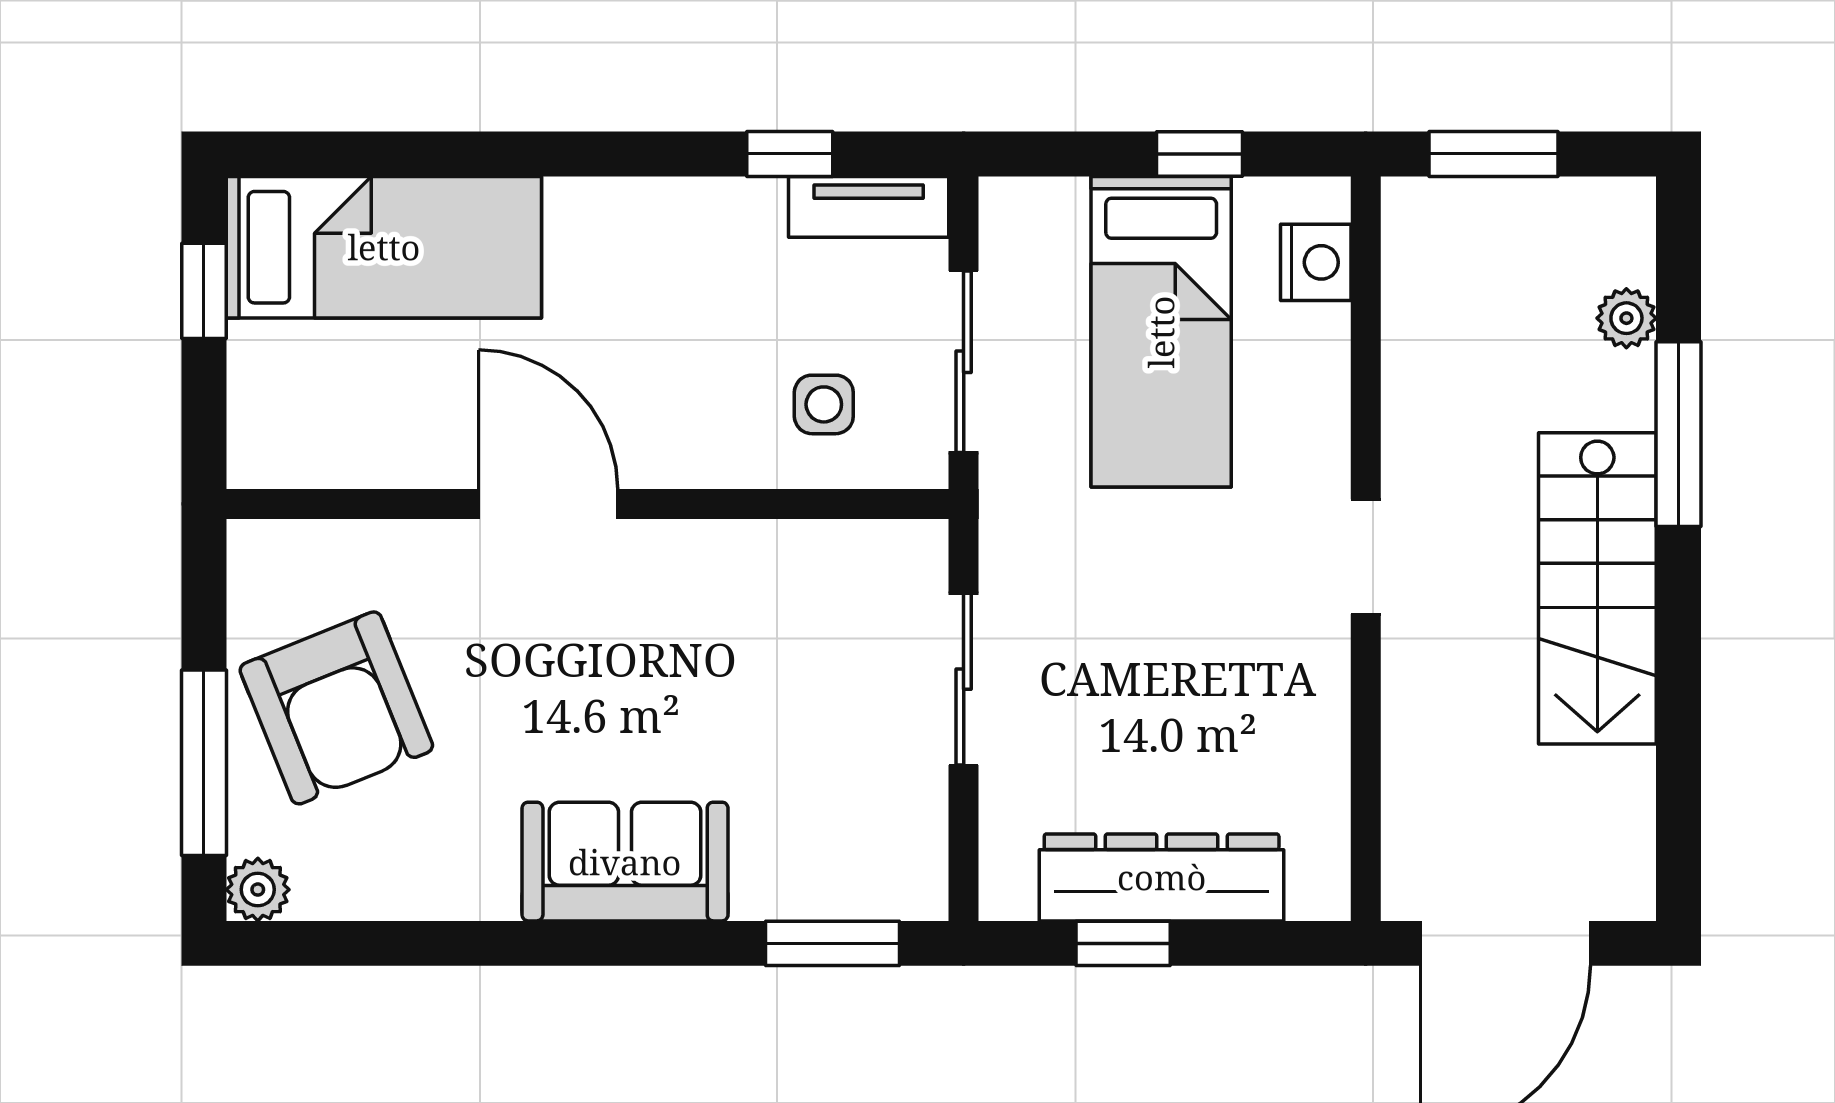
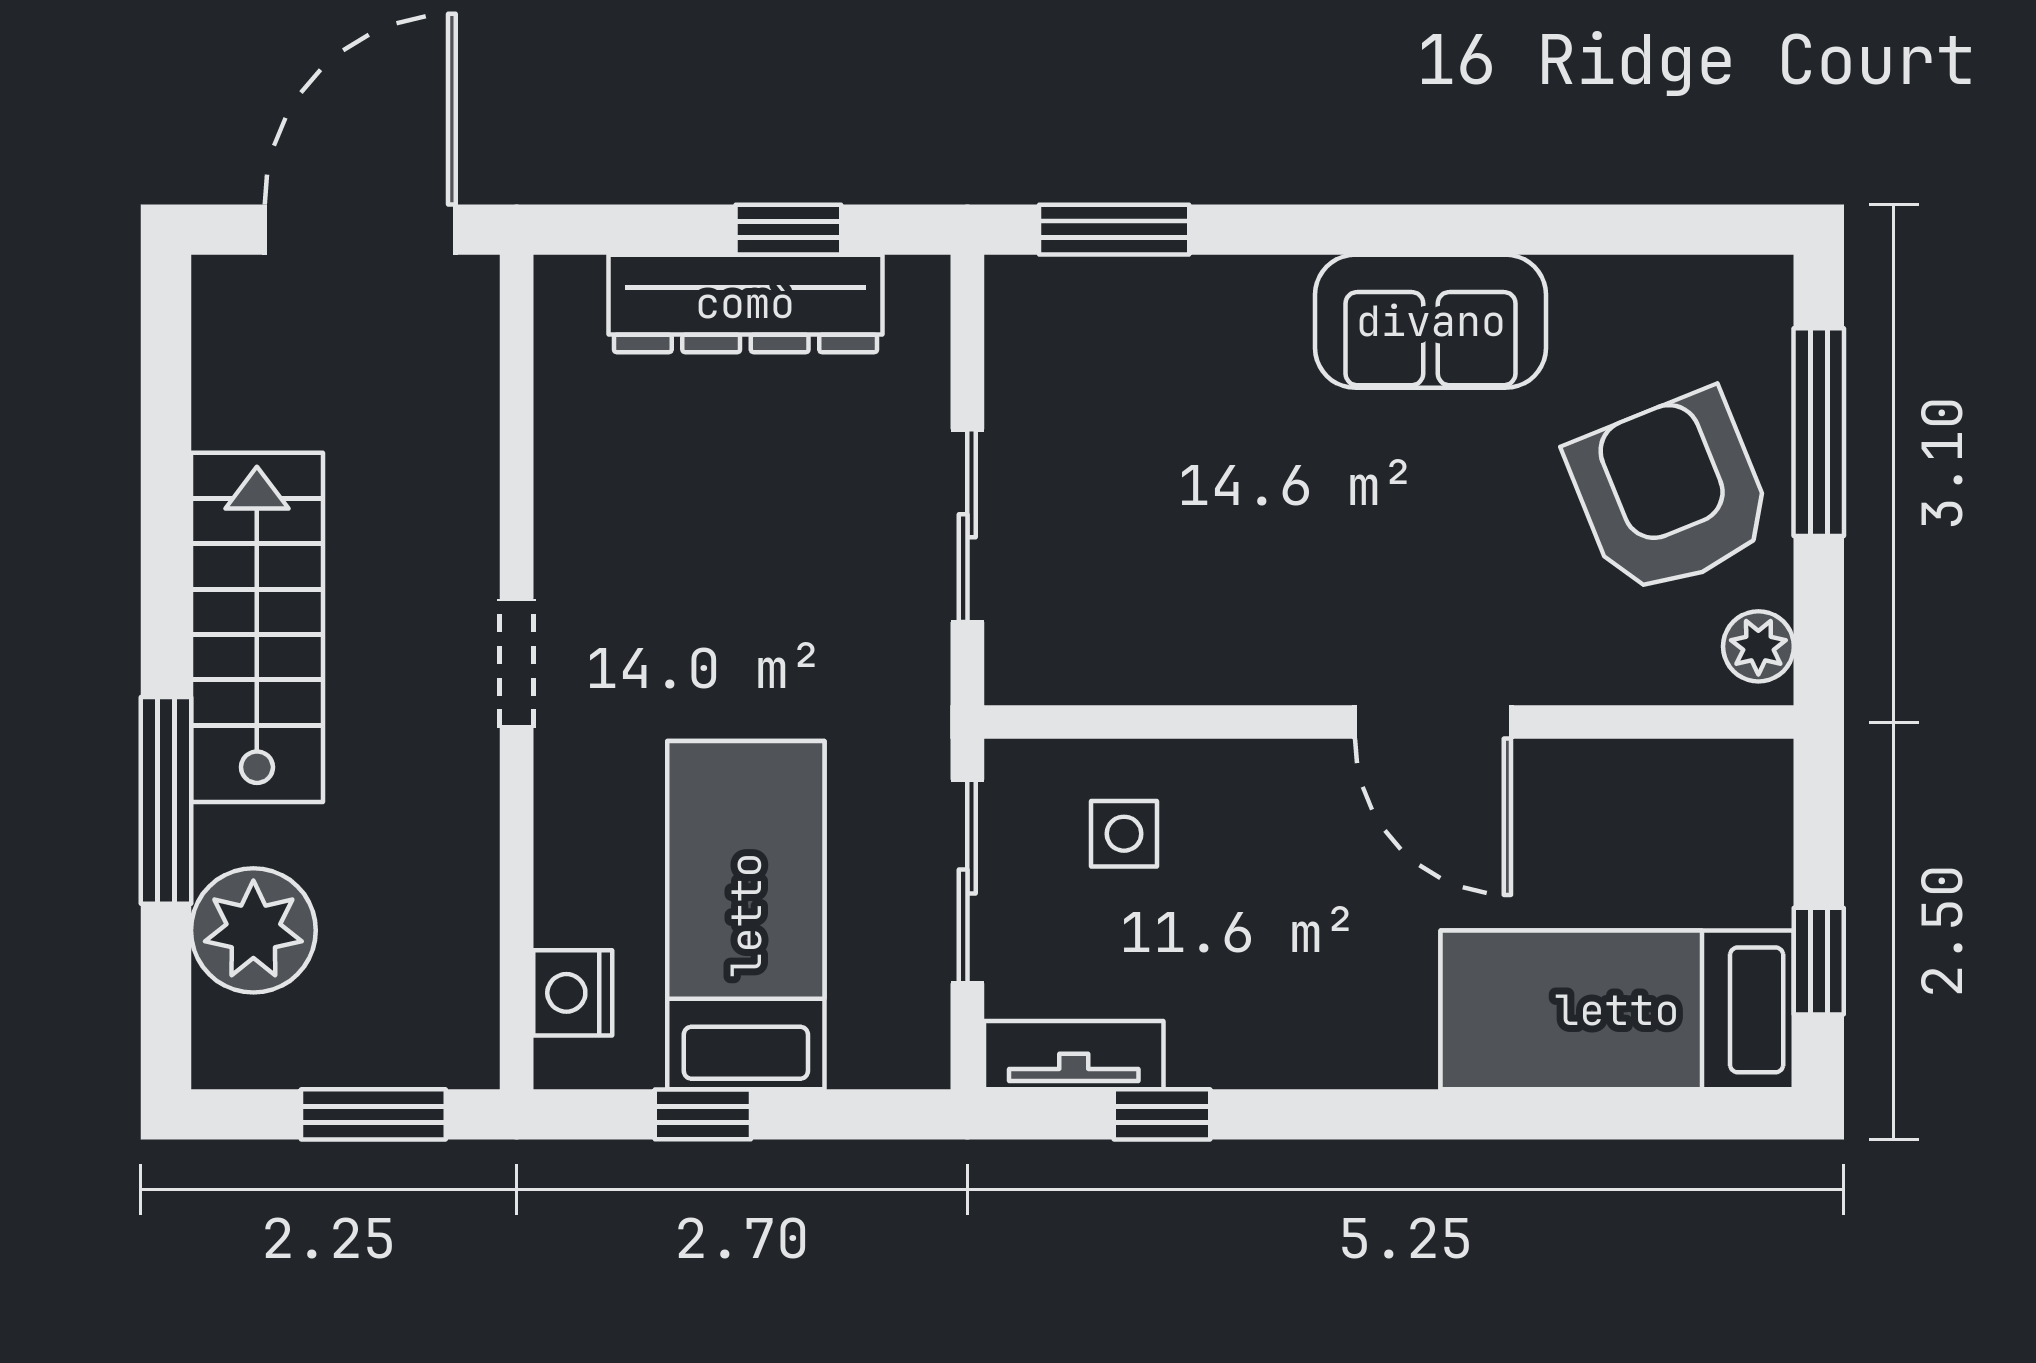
plant: (1626, 318) -> (253, 930), width x1.87, depth x1.87
sofa: (625, 862) -> (1431, 321), moved
plant: (258, 890) -> (1758, 646), moved

